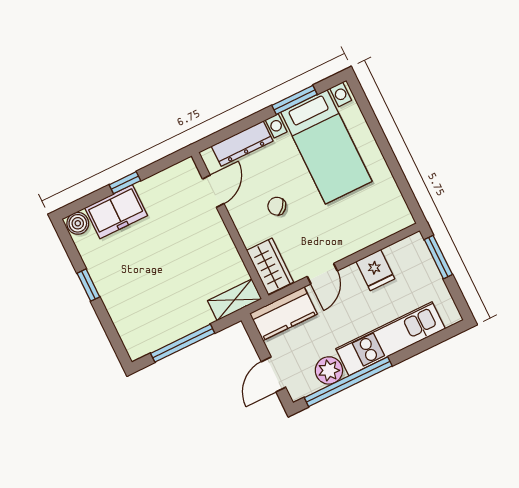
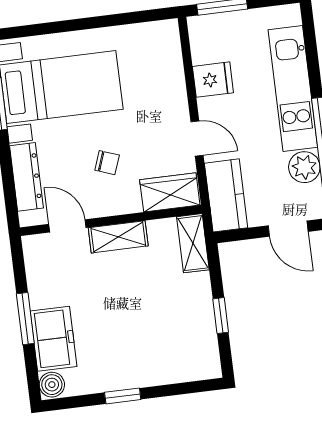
window: (125, 183) -> (25, 319), width x1.50
chair: (277, 206) -> (107, 163), turned -112
shelving: (219, 236) -> (118, 237), added
window: (183, 343) -> (221, 316), width x0.46

